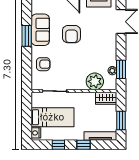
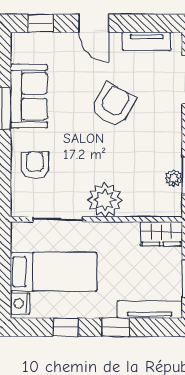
armchair: (71, 34) -> (113, 105), moved, turned -150
armchair: (43, 64) -> (35, 165), turned -90
plant: (95, 81) -> (105, 200), moved

